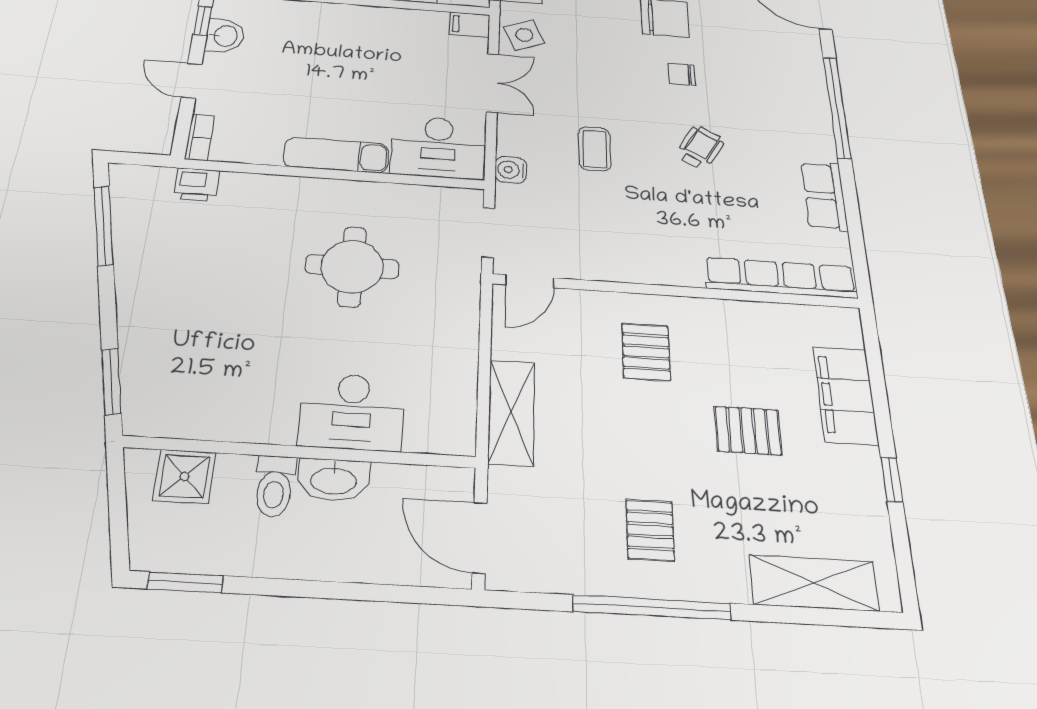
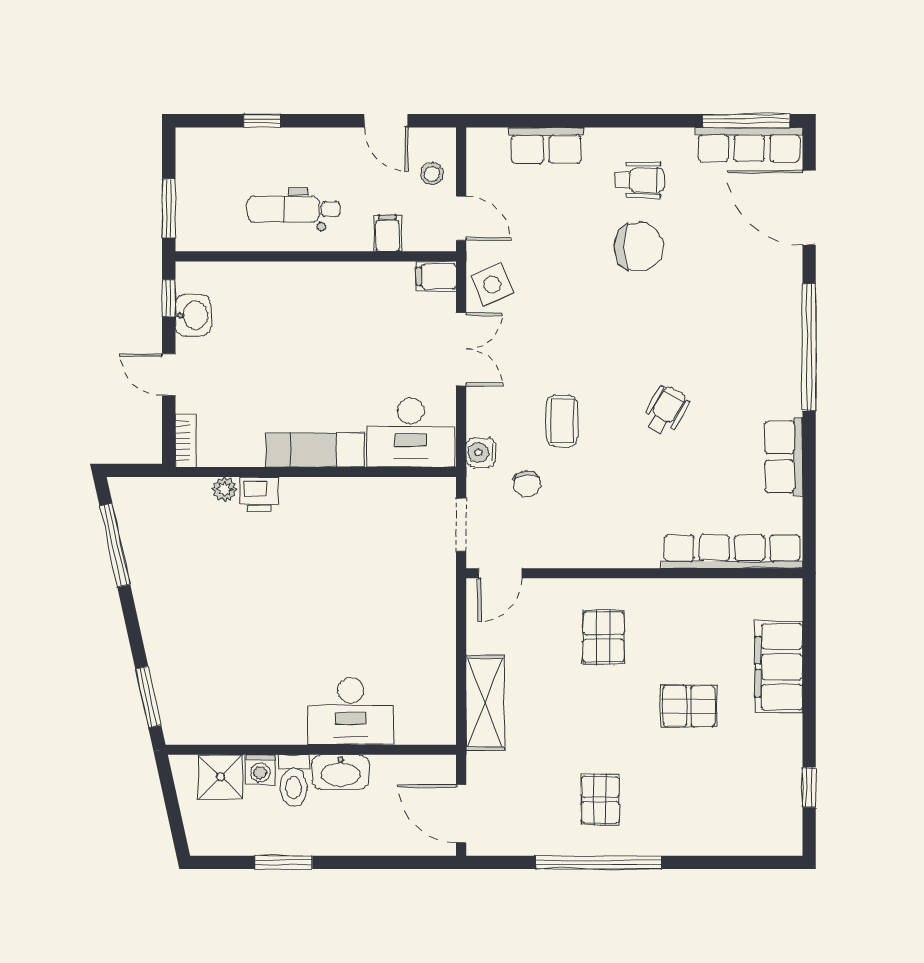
chair: (682, 74) -> (527, 484), moved, turned -98
plant: (235, 183) -> (225, 489), added
printer: (196, 185) -> (259, 494), moved
round table: (352, 267) -> (340, 570), removed
washing machine: (235, 471) -> (260, 770), added
window: (892, 480) -> (809, 787), moved
window: (185, 582) -> (284, 862), moved
shelving: (814, 583) -> (732, 835), removed

